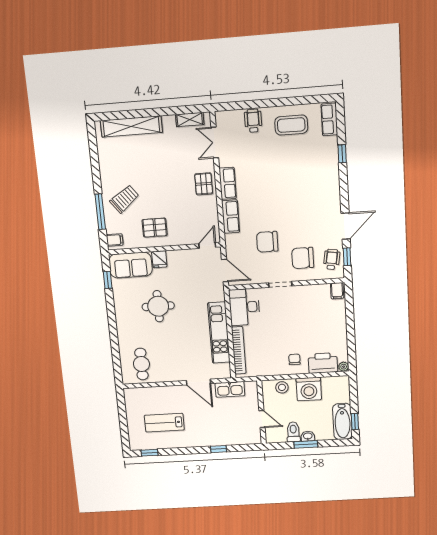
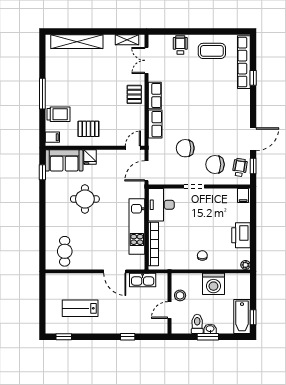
row of seats: (329, 119) -> (244, 62), width x2.02
trolley: (124, 199) -> (58, 114), moved, turned 37
window: (100, 212) -> (42, 94), moved
door: (225, 270) -> (147, 171), swing flipped
printer: (323, 363) -> (241, 235), moved, turned -90
stool: (282, 387) -> (180, 295), moved
door: (262, 419) -> (170, 310), swing flipped

